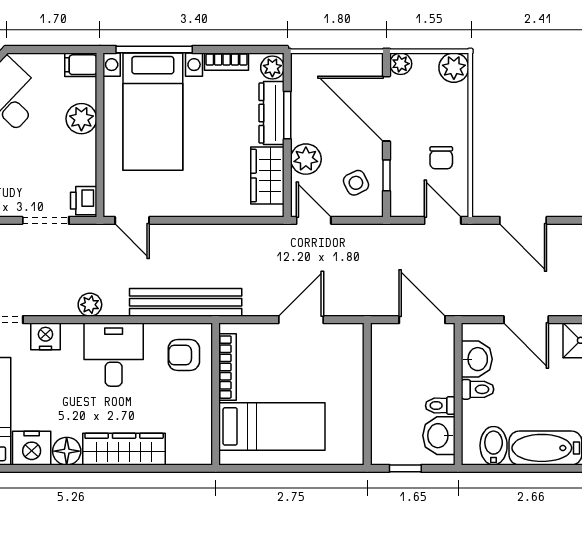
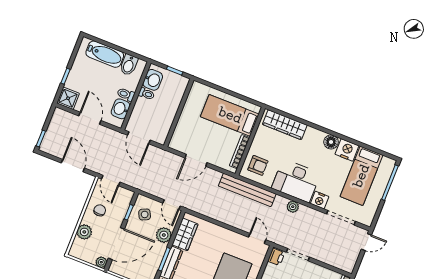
plant: (454, 68) -> (84, 232), moved
door: (386, 109) -> (116, 244), hinge flipped
desk: (114, 355) -> (296, 181), width x1.37
wardrobe: (124, 449) -> (285, 125), moved

